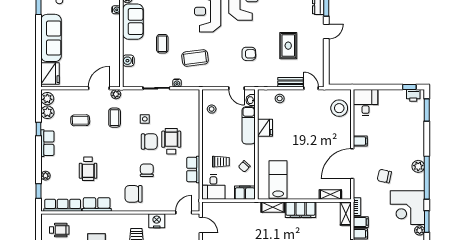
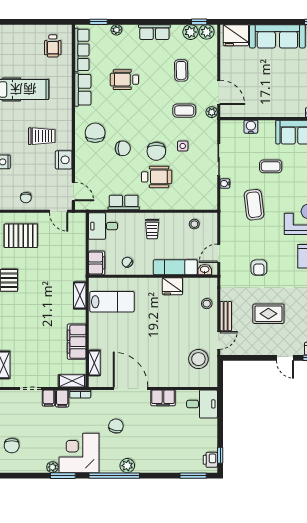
stool: (339, 108) -> (198, 359), moved
window: (39, 129) -> (199, 22), moved
filing cabinet: (360, 141) -> (163, 398), width x2.00
trolley: (221, 162) -> (152, 229), moved
filing cabinet: (300, 210) -> (77, 342), moved
door: (201, 225) -> (59, 211), hinge flipped

